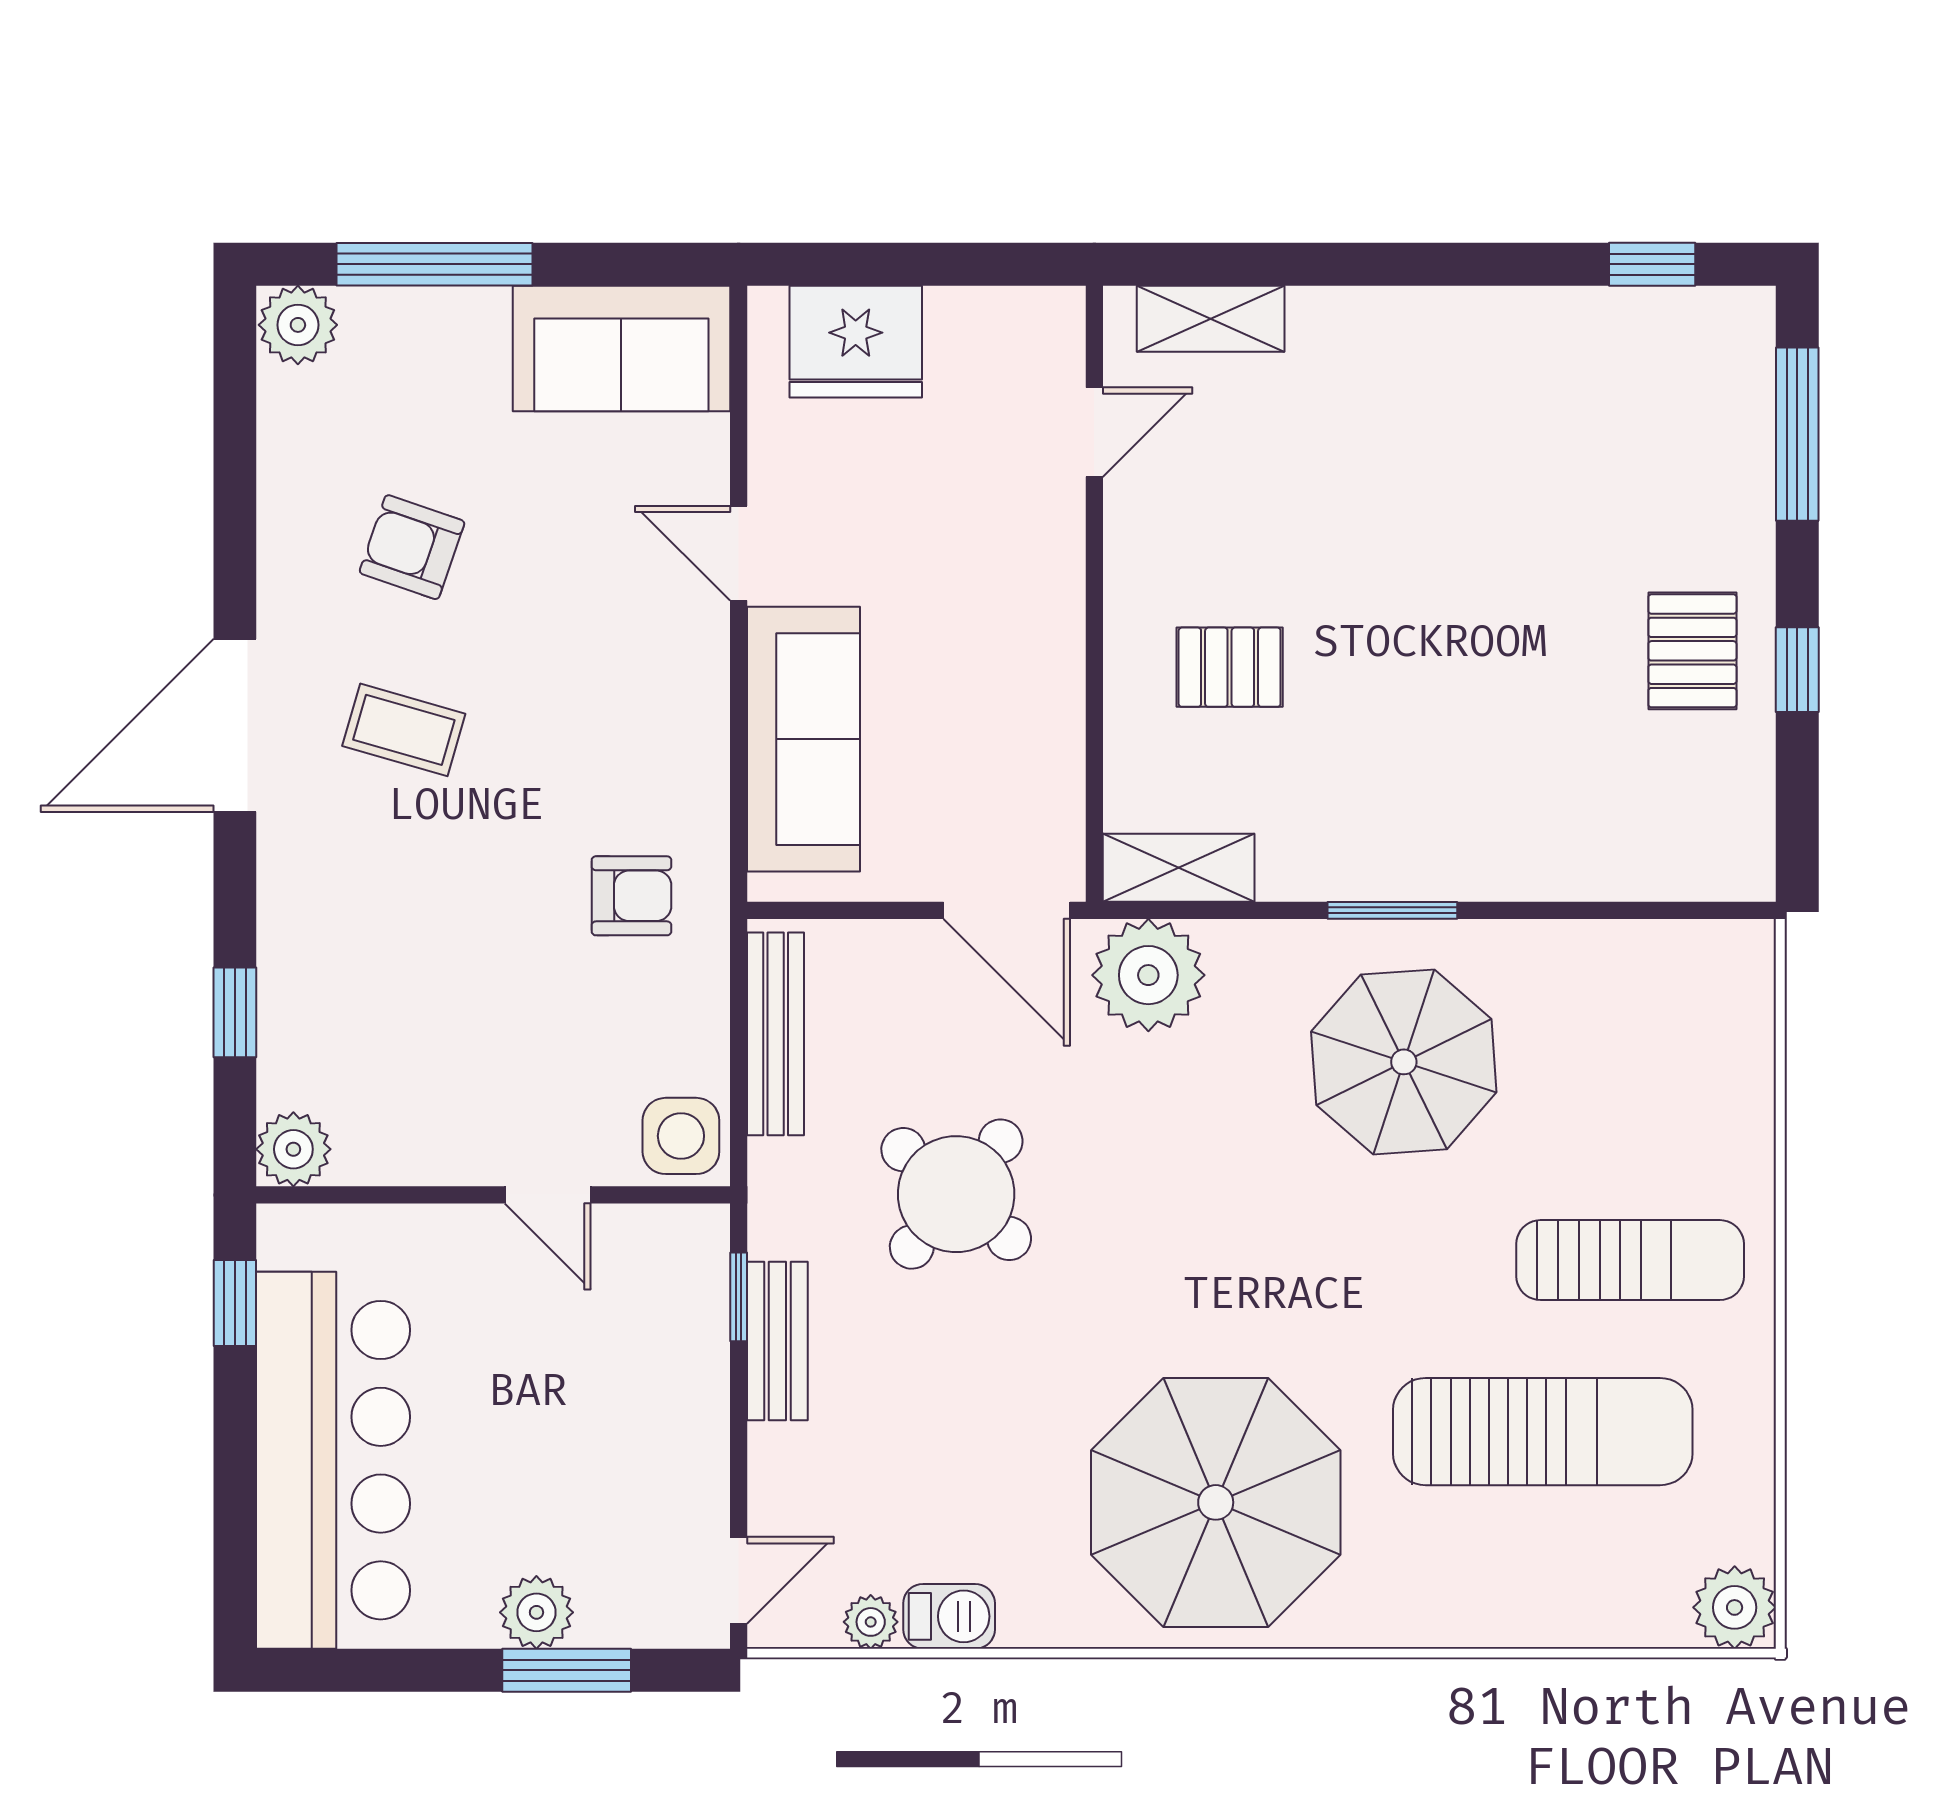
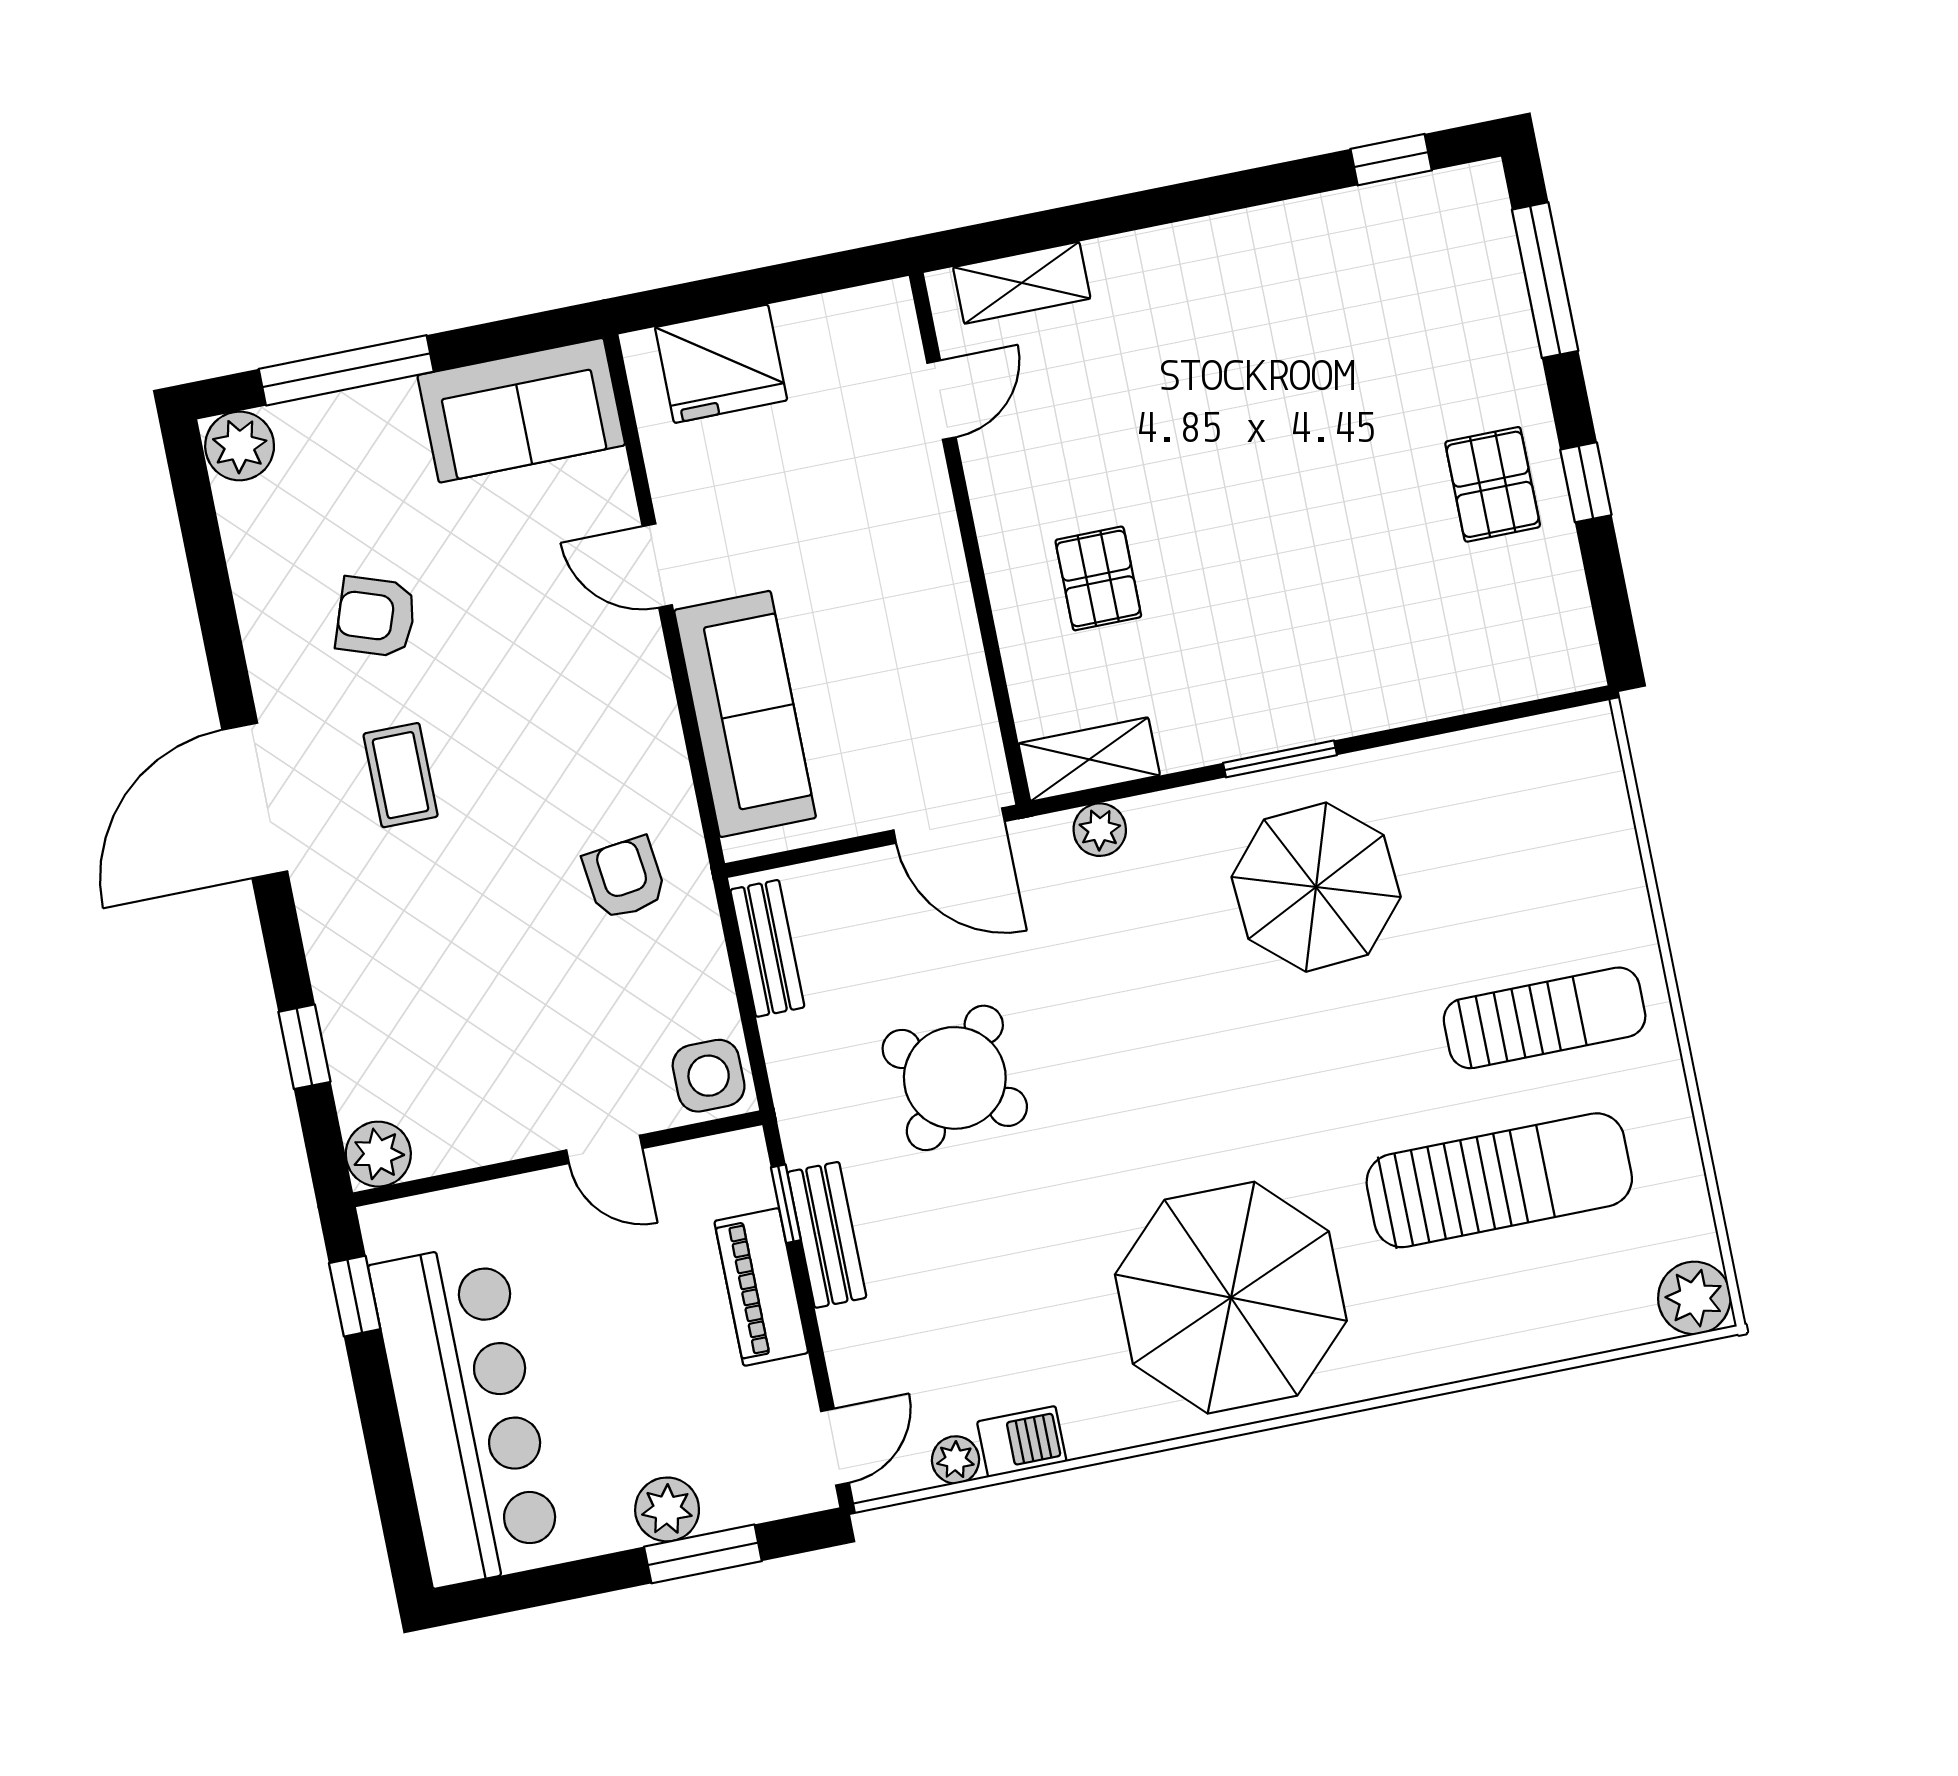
pallet: (1230, 667) -> (1098, 578), turned 90
coffee table: (404, 730) -> (401, 775), turned 74
armchair: (631, 896) -> (625, 878), turned -97
plant: (1148, 975) -> (1100, 830), width x0.53, depth x0.53
bench: (776, 1034) -> (767, 948), width x0.73
piano: (692, 1384) -> (761, 1287), added

